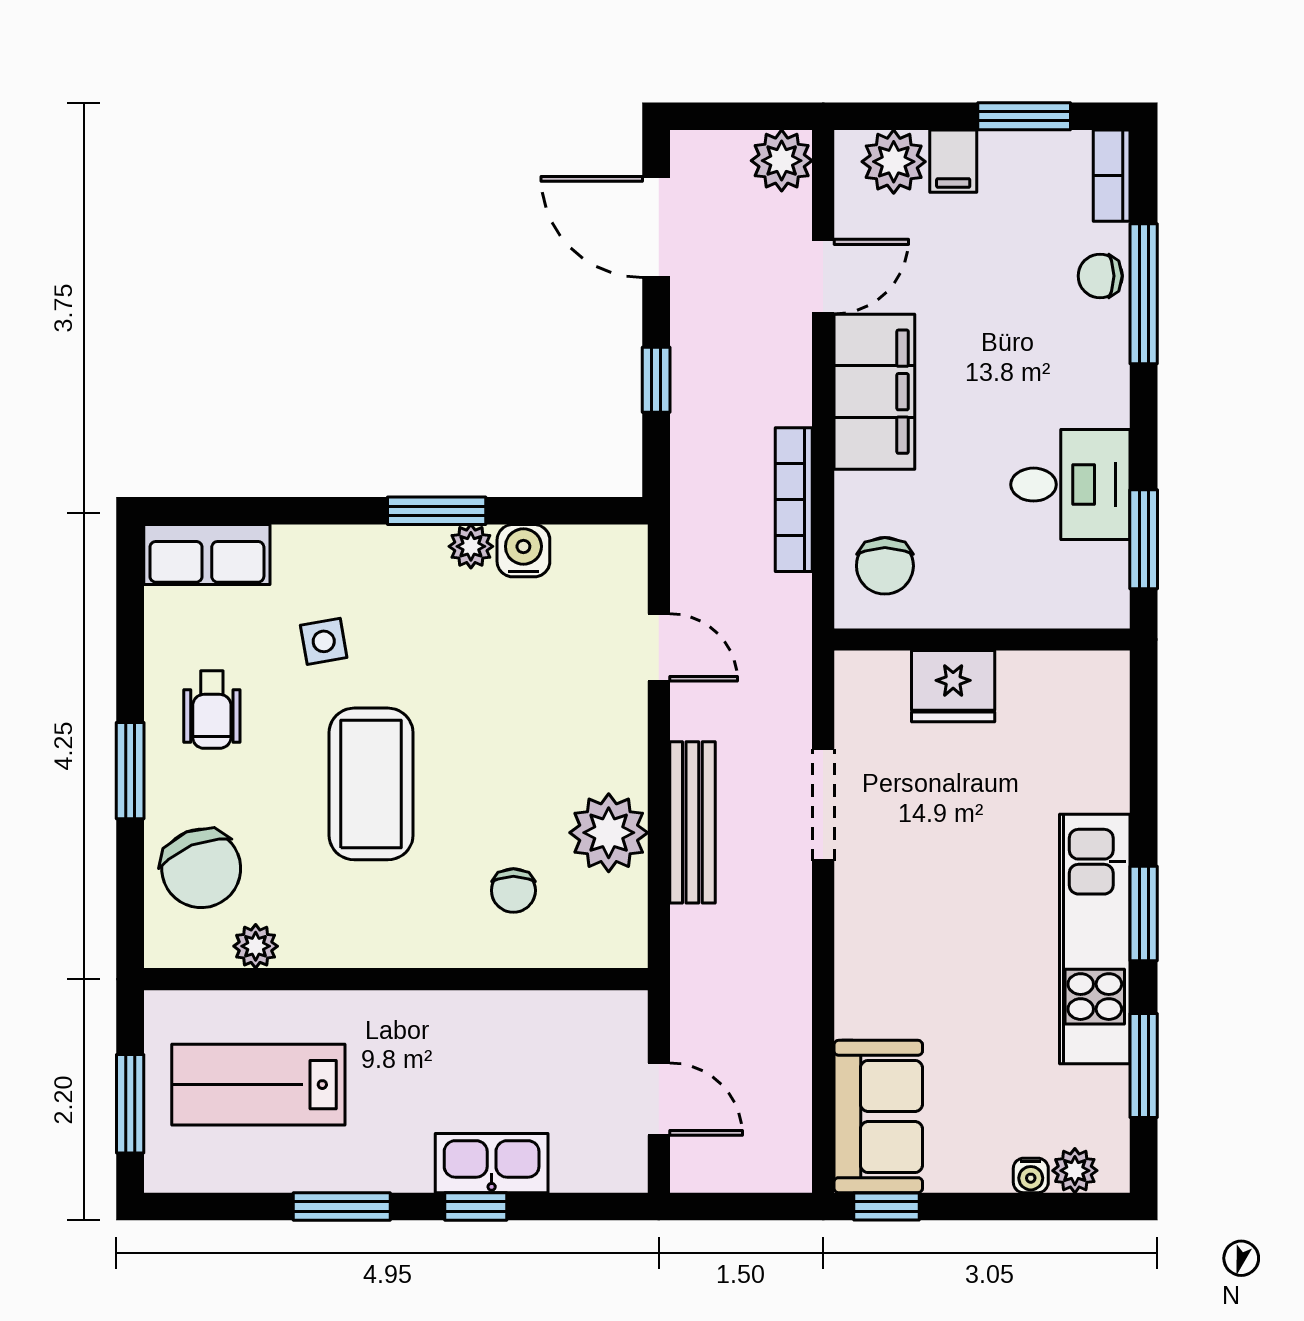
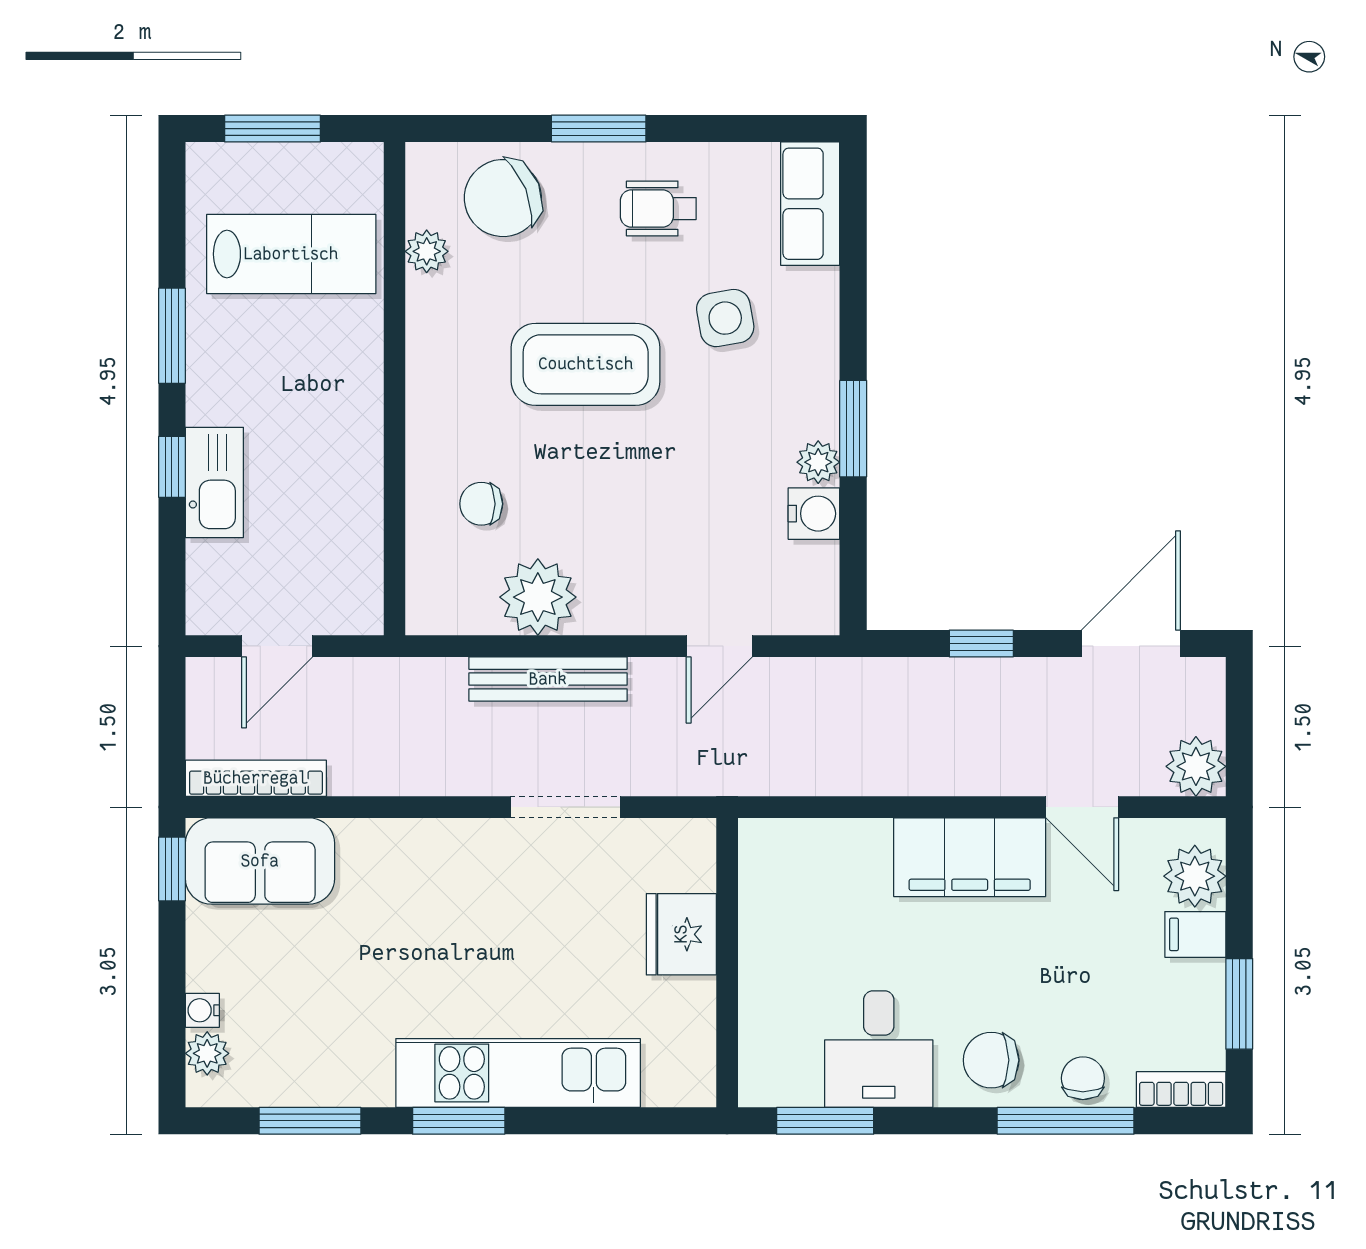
bookcase: (794, 500) -> (256, 778), moved
chair: (885, 566) -> (991, 1060), moved
side table: (324, 641) -> (725, 318), width x1.37, depth x1.37
kitchen unit: (1095, 939) -> (518, 1073), moved
lab bench: (258, 1085) -> (291, 254), turned 90

